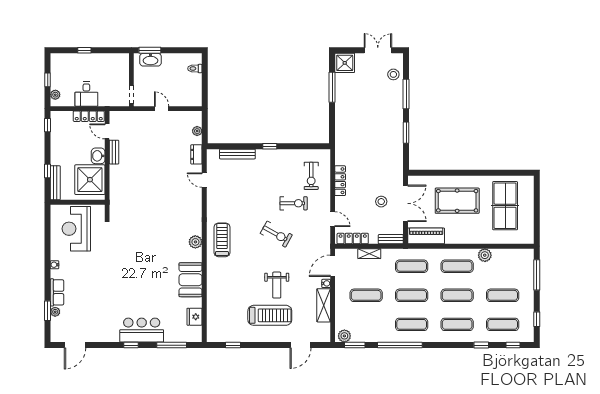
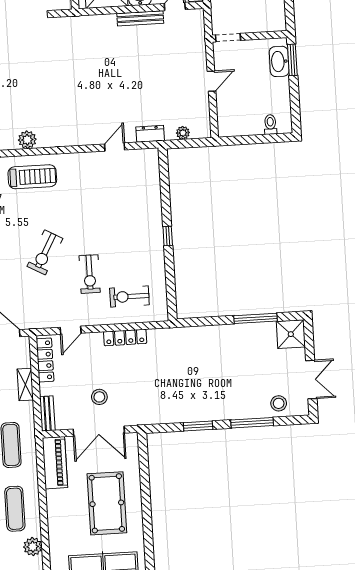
bench: (114, 152) -> (140, 18), width x1.36
bench: (237, 154) -> (154, 191), removed

